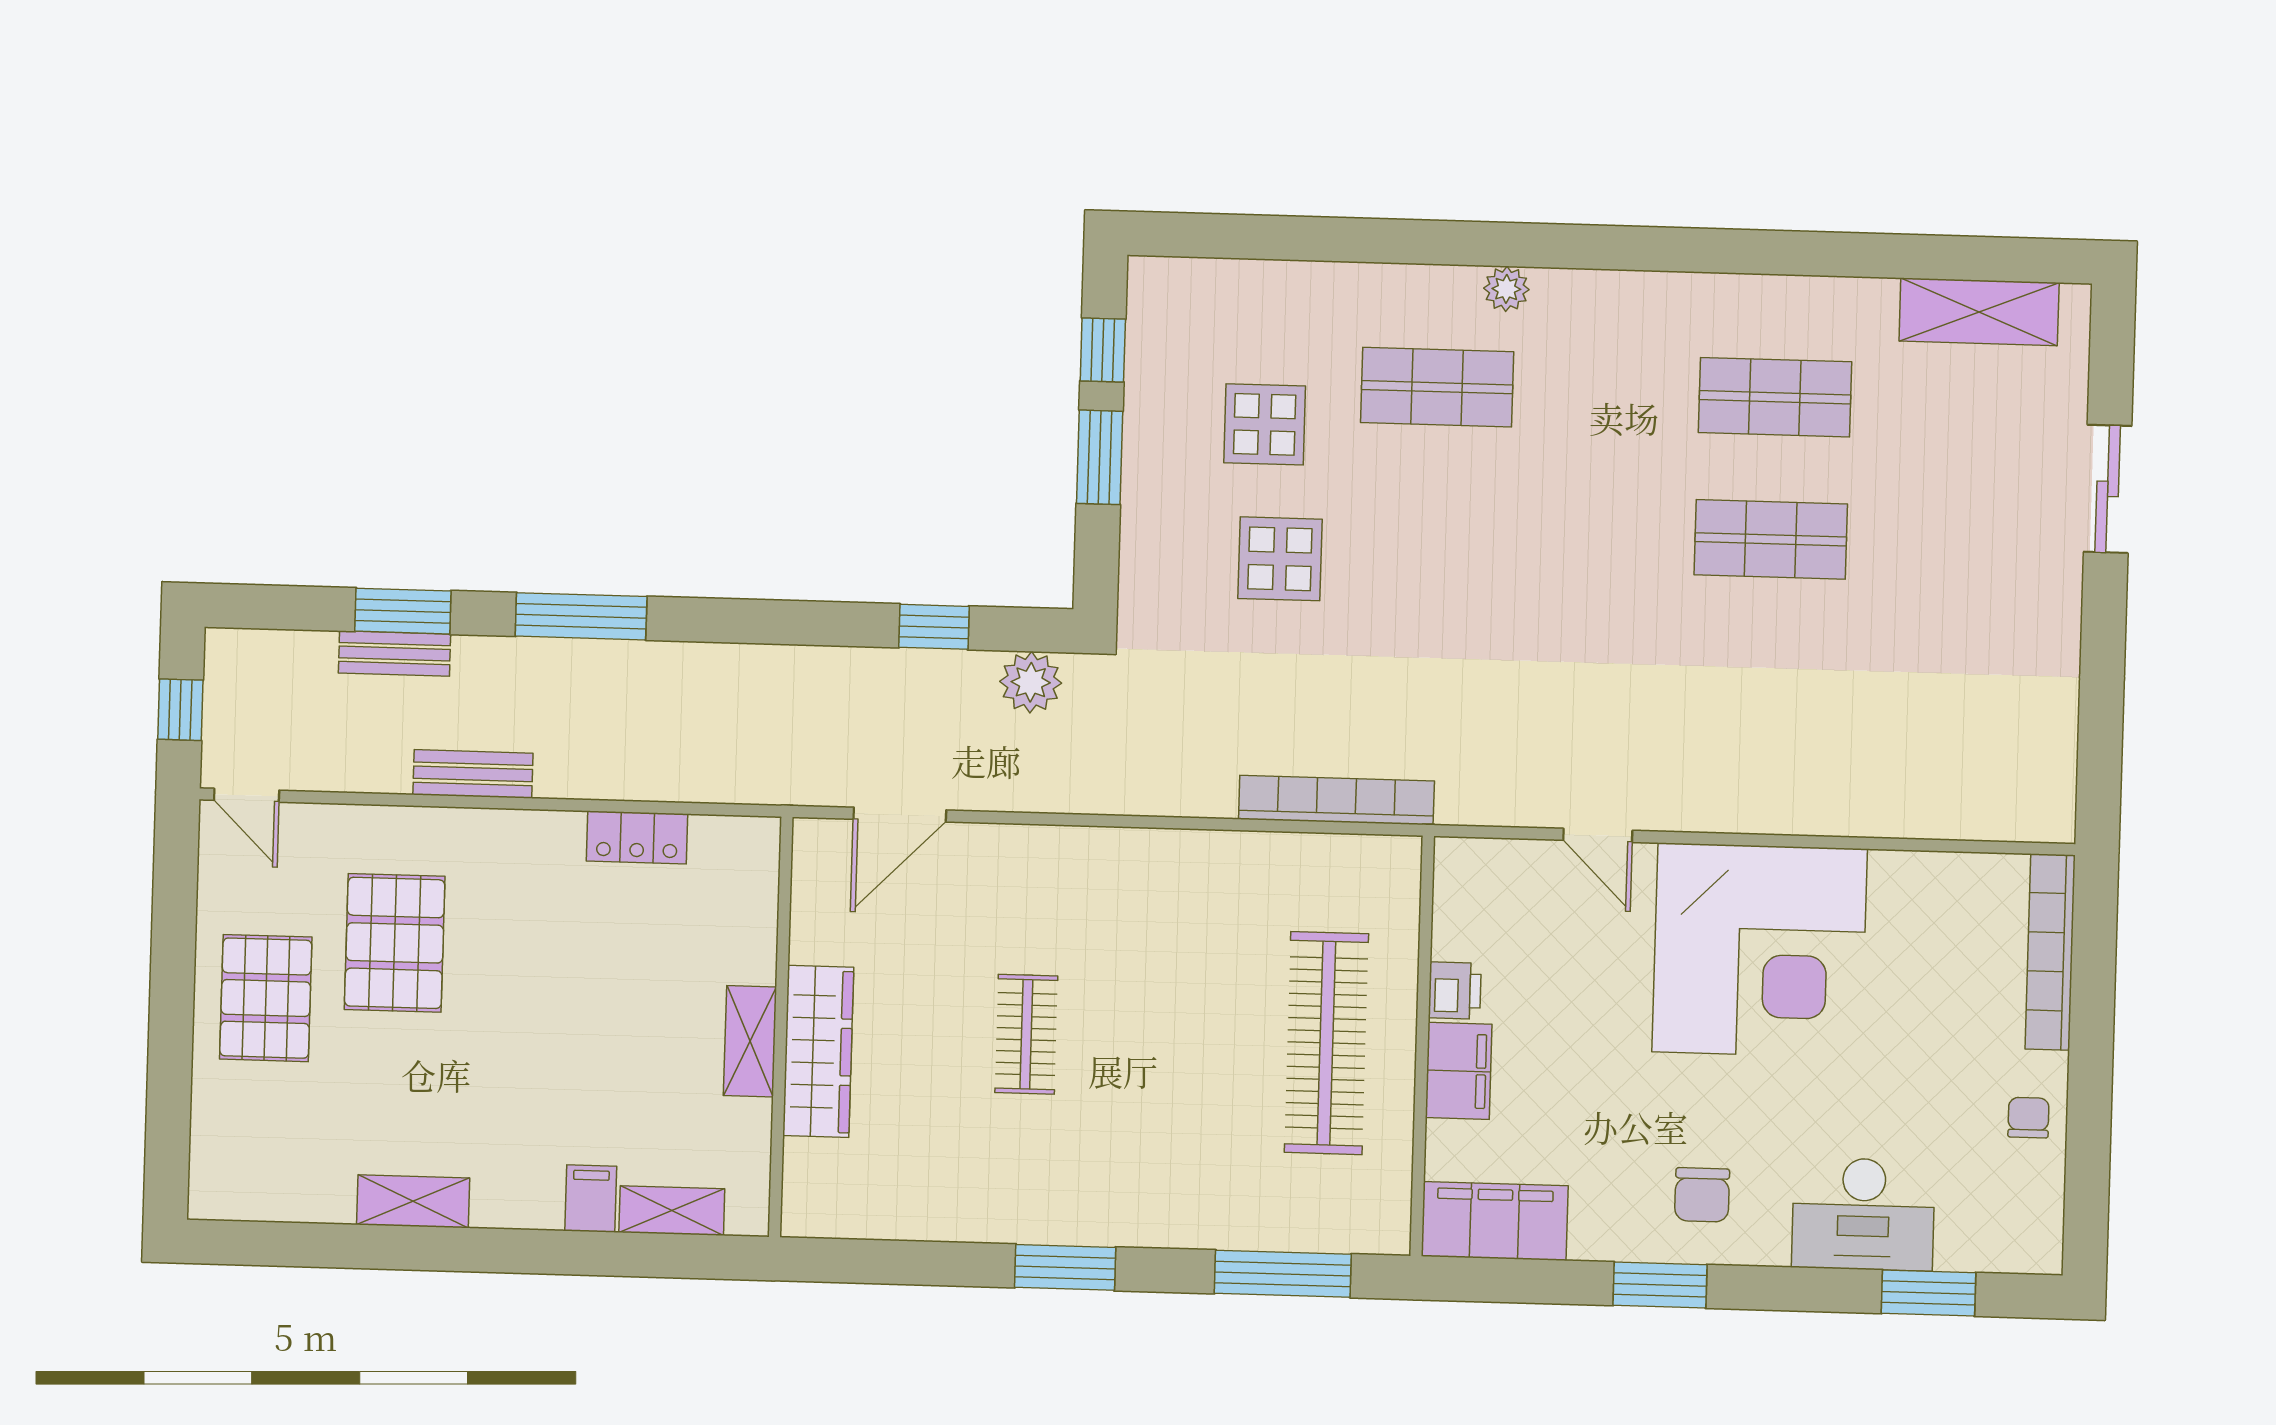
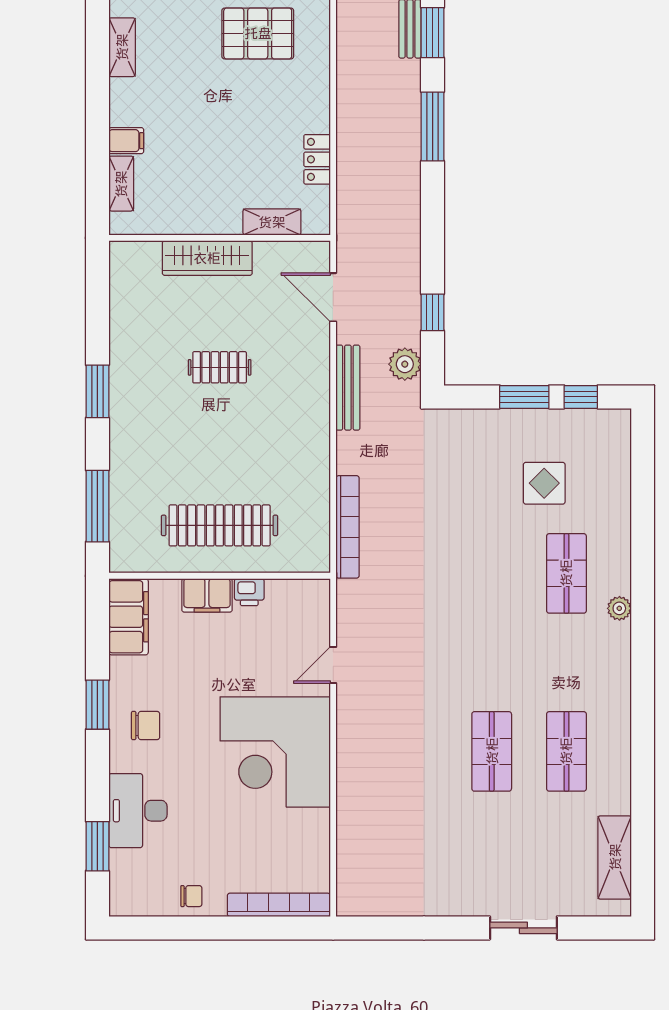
display table: (1280, 559) -> (474, 493), removed
bench: (473, 774) -> (348, 388), moved, width x1.36
shelving: (750, 1041) -> (272, 222), moved
chair: (1702, 1195) -> (146, 726), turned 180

